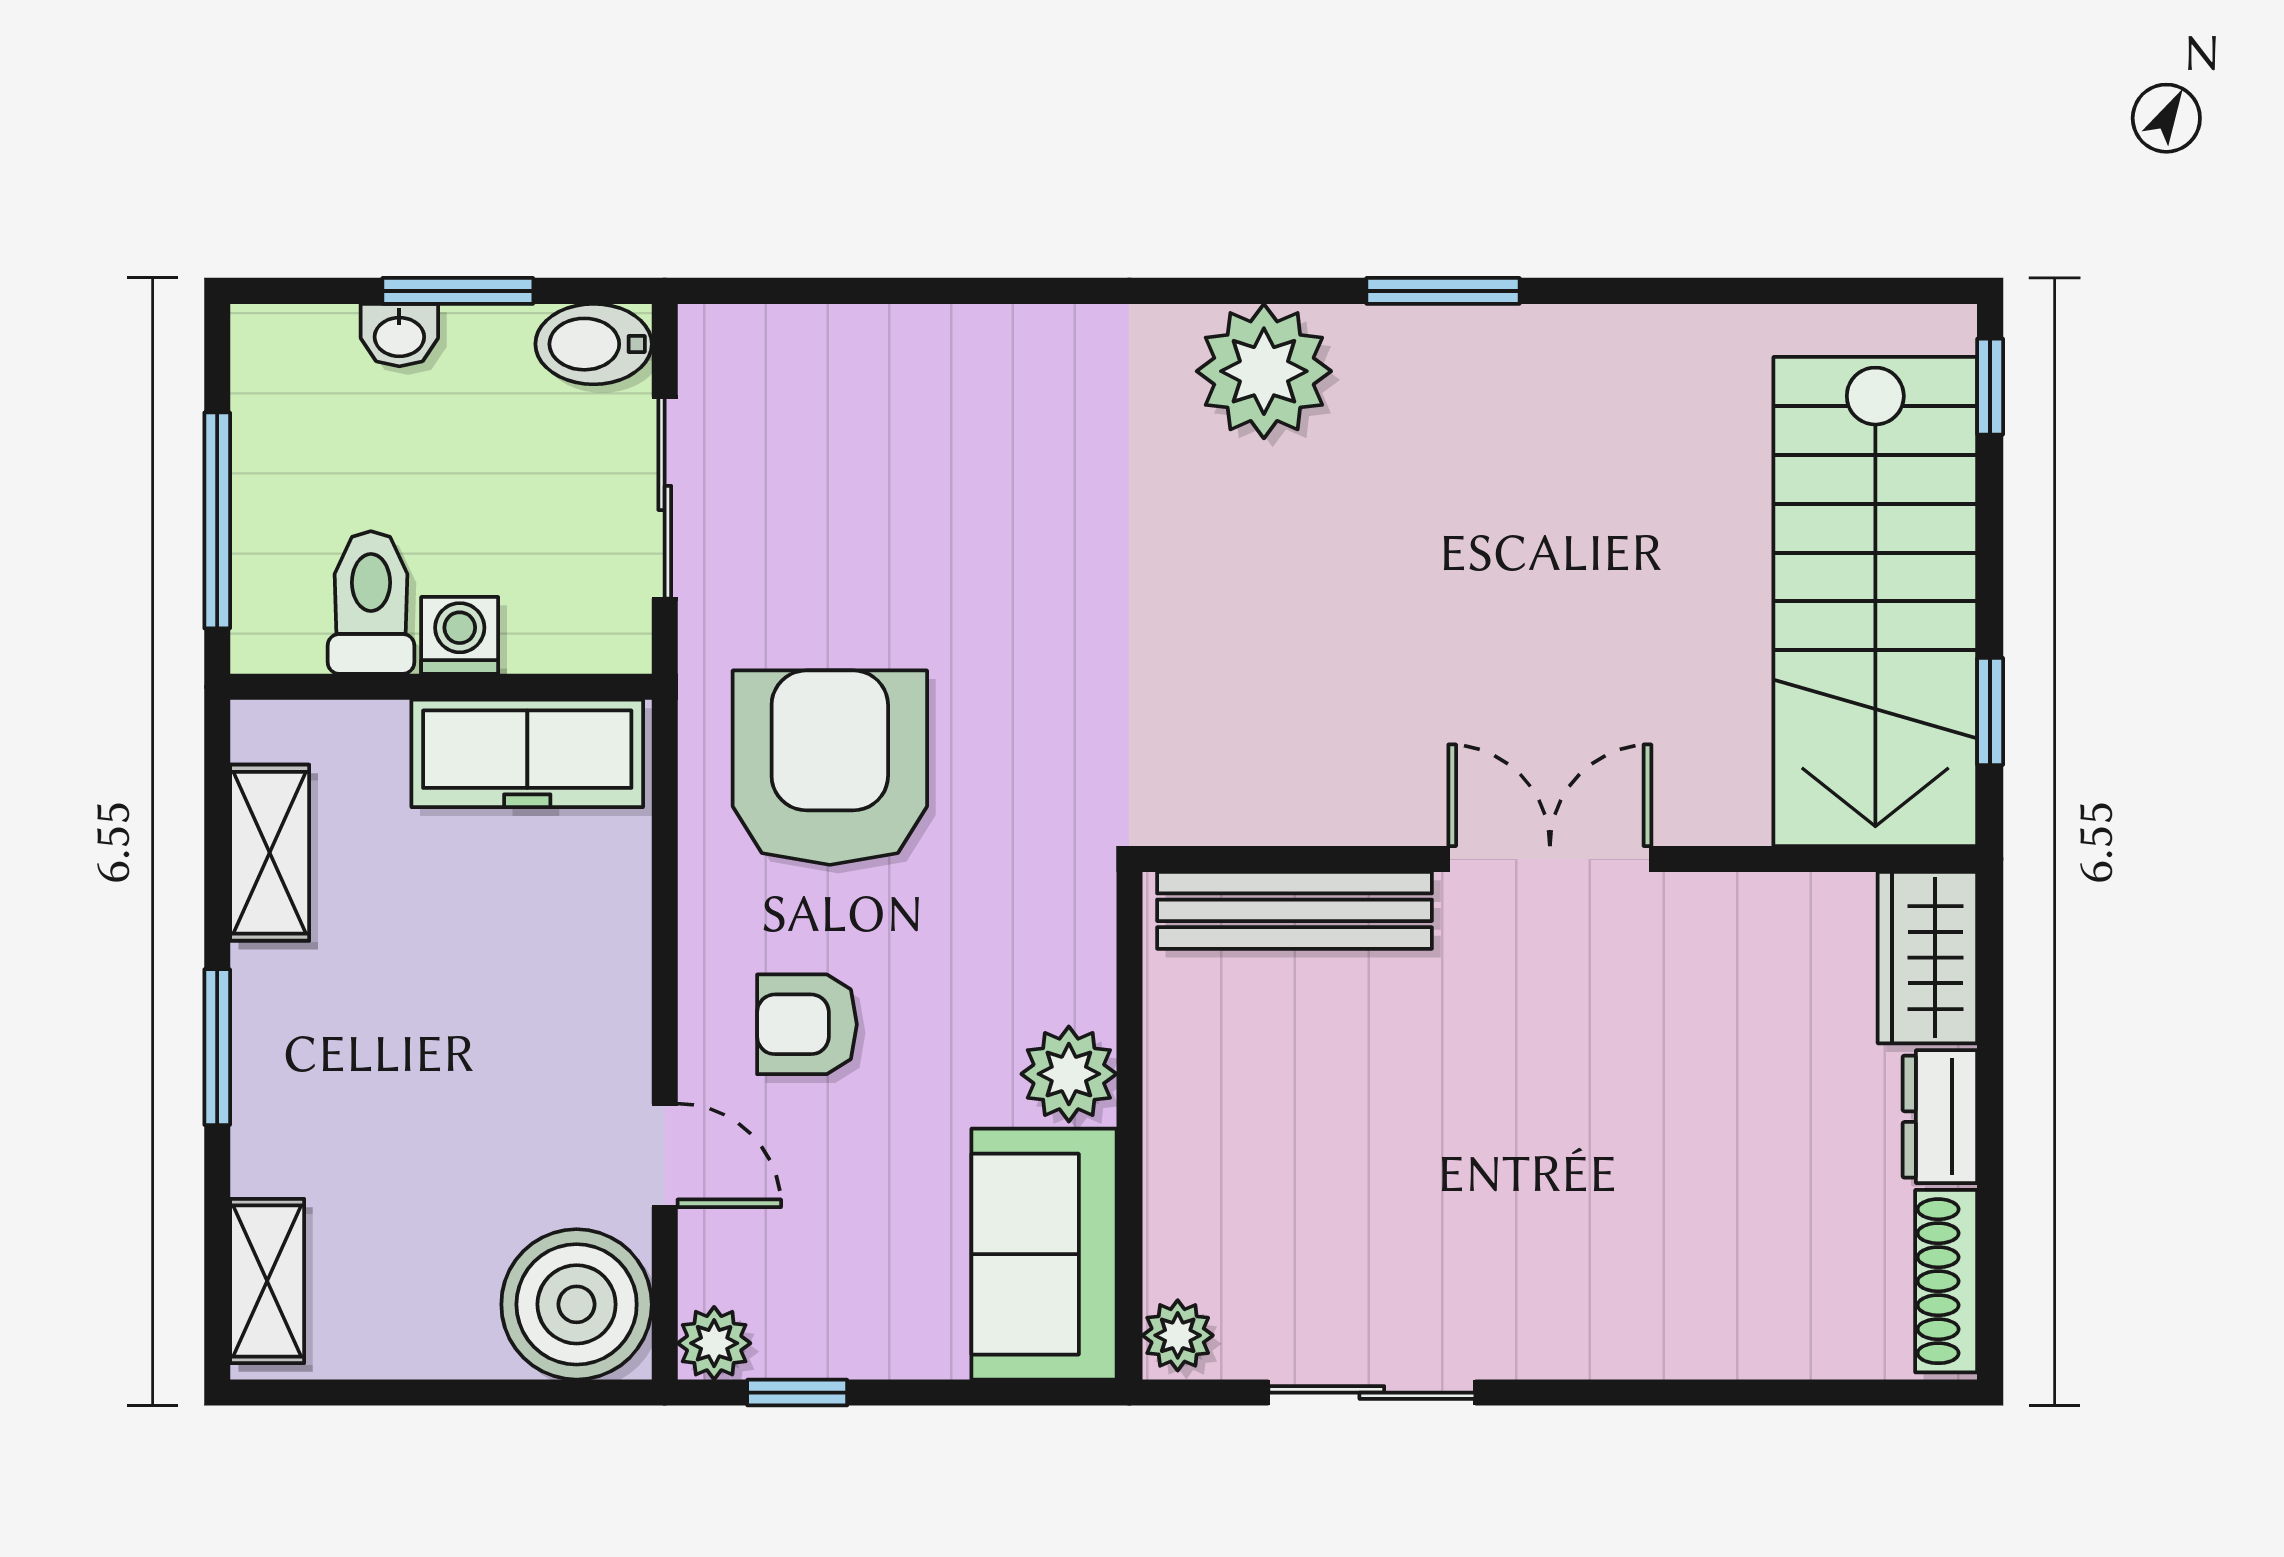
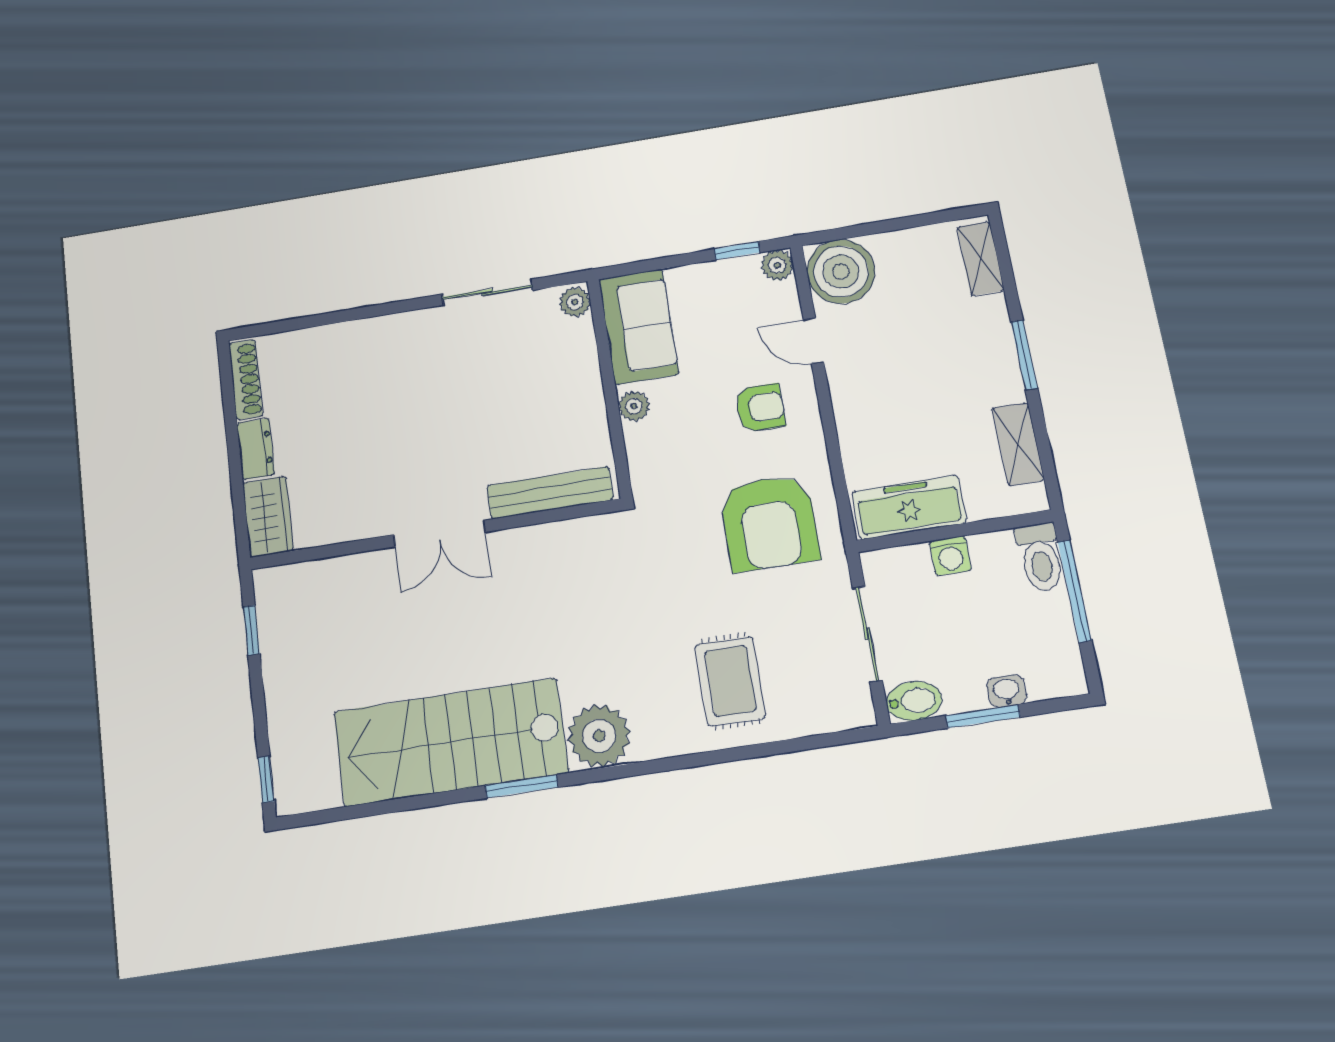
rug: (969, 443) -> (730, 681), added
stairs: (1875, 601) -> (450, 742), moved, turned -90
toilet: (371, 603) -> (1040, 557), moved
plant: (1069, 1074) -> (634, 406), width x0.73, depth x0.73

